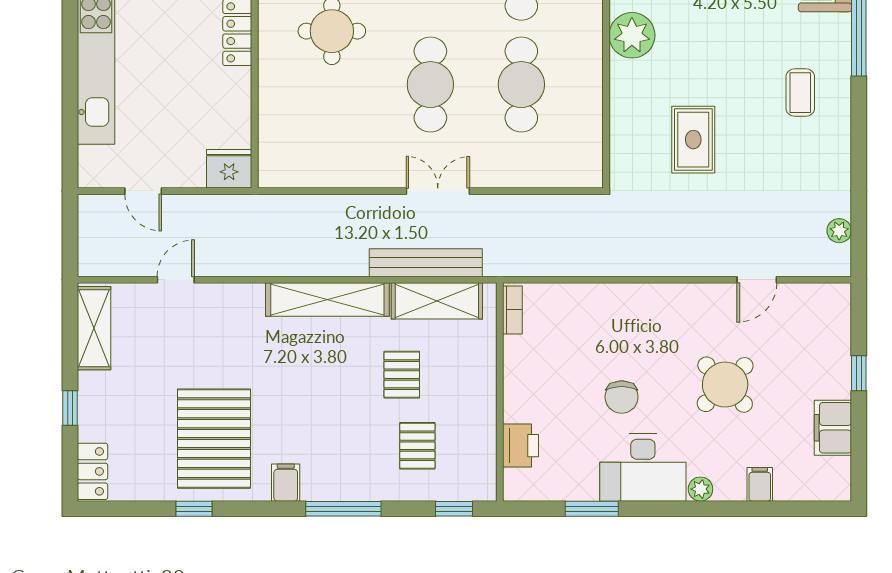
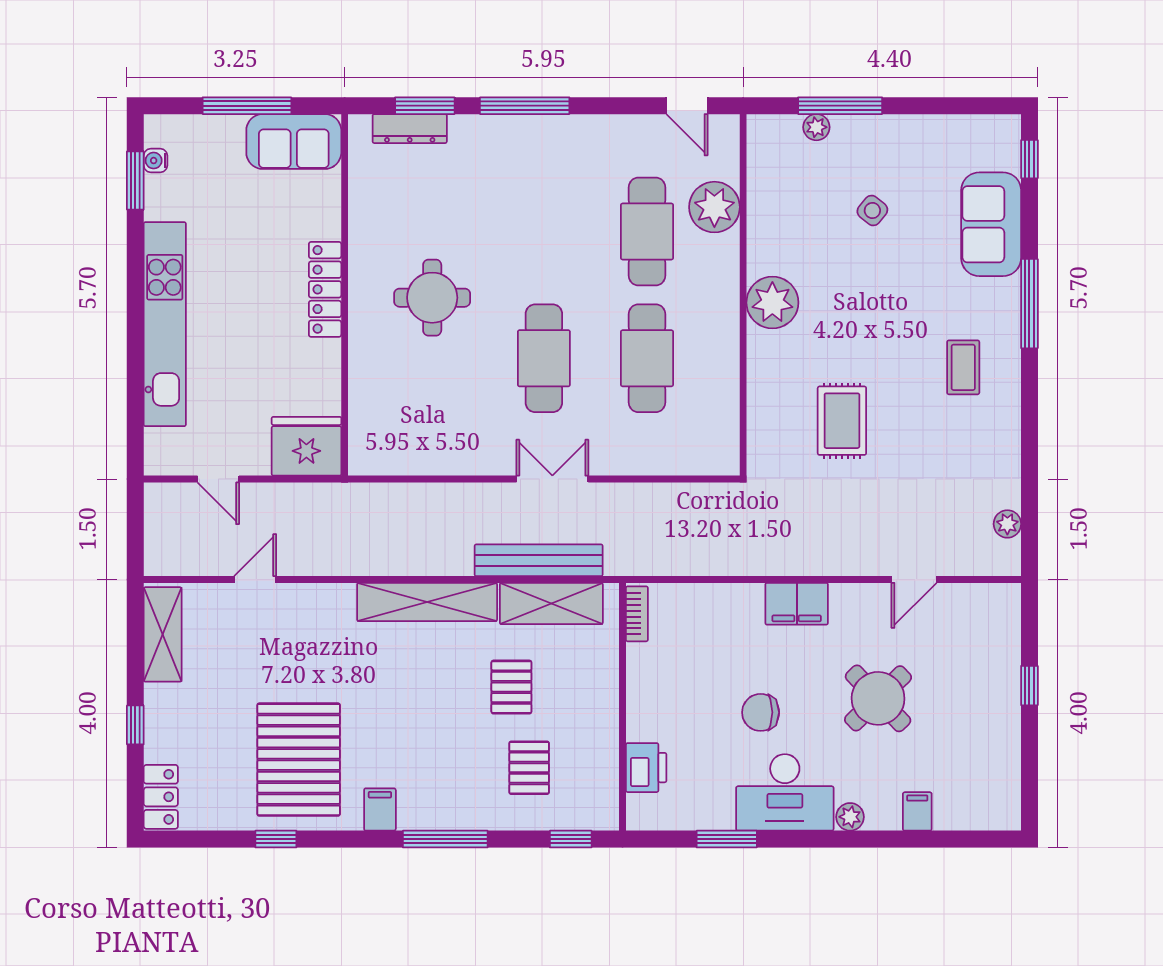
fridge: (229, 169) -> (306, 446), width x1.36, depth x1.34
chair: (622, 397) -> (761, 712), turned 90
filing cabinet: (833, 428) -> (797, 604), moved, turned -90

